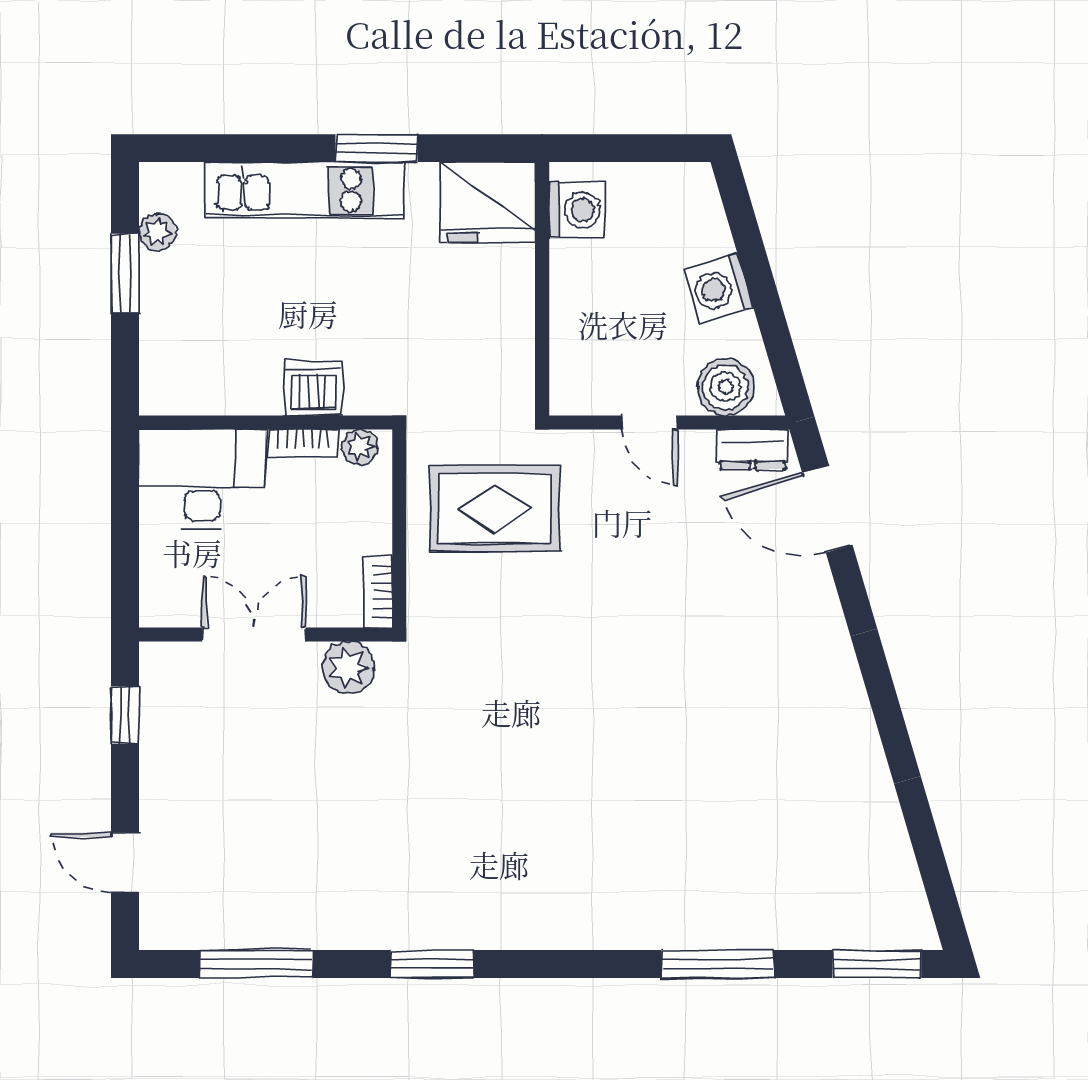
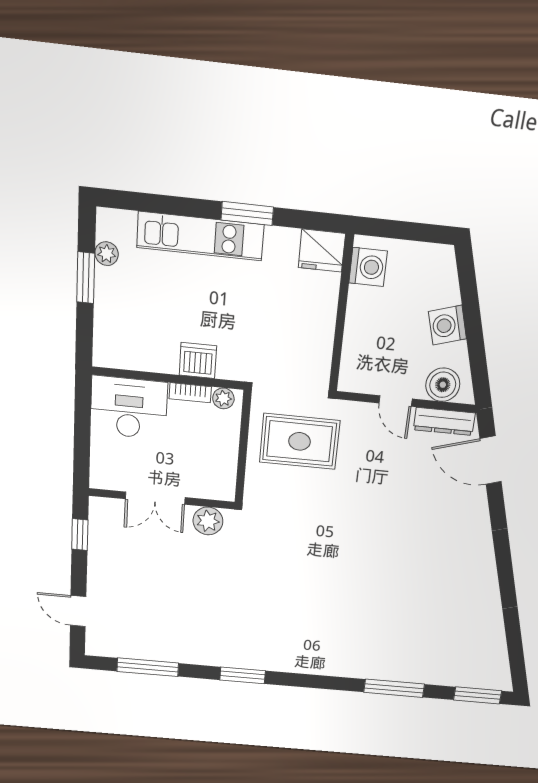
fridge: (488, 202) -> (322, 251), width x0.73, depth x0.75
dresser: (752, 449) -> (444, 421), width x1.44
bookcase: (378, 592) -> (228, 481), removed
double door: (254, 634) -> (155, 498), swing flipped

